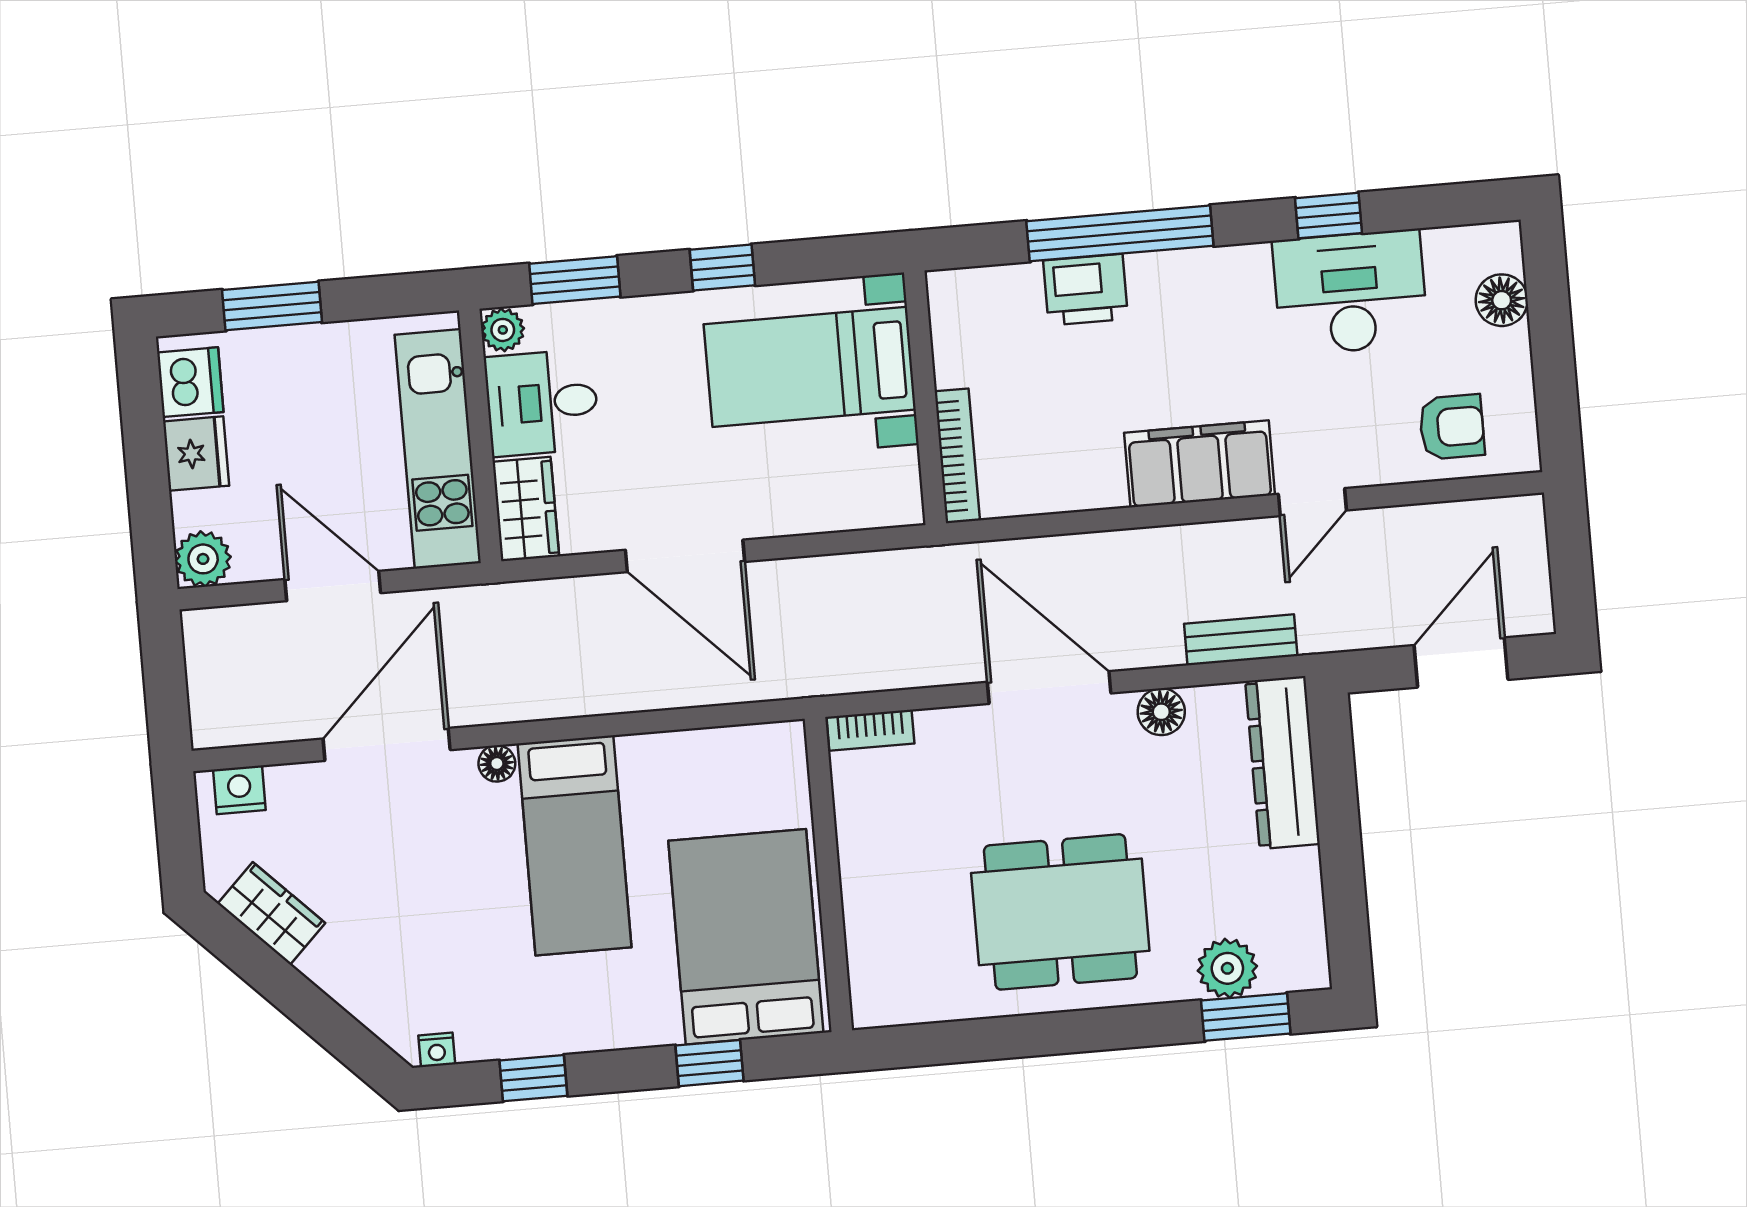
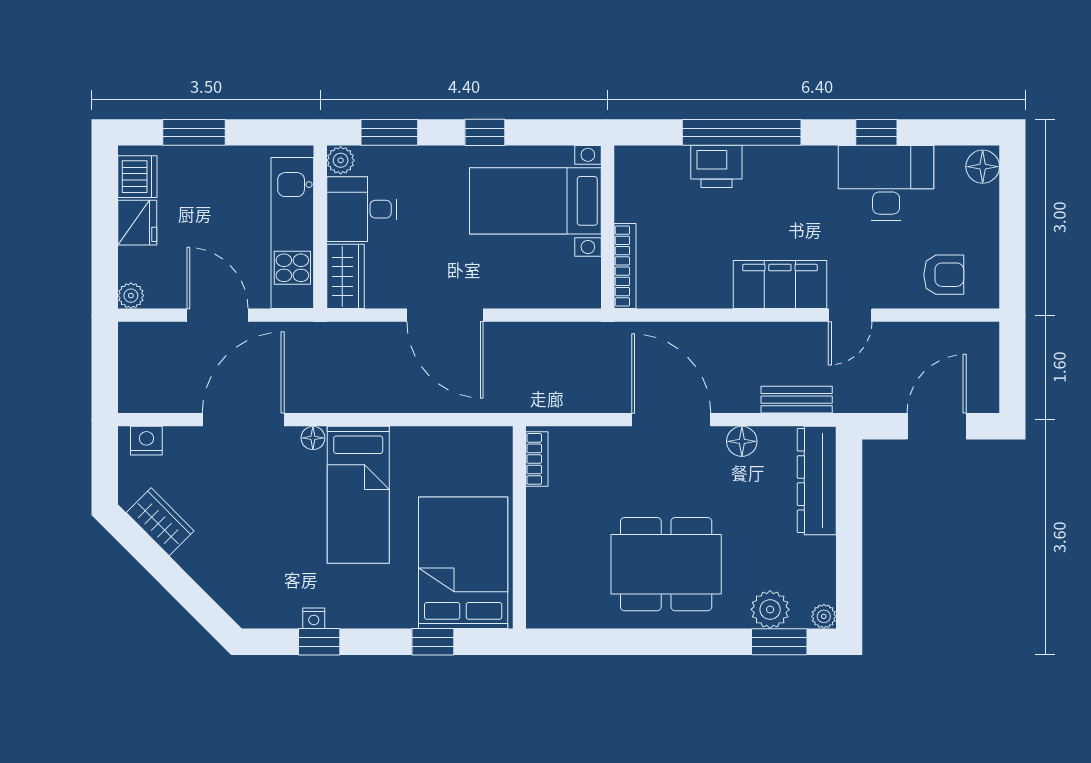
floor lamp: (1502, 300) -> (983, 167), moved
plant: (203, 559) -> (131, 296), width x0.73, depth x0.73
bookcase: (870, 730) -> (537, 459), moved, turned -90
plant: (1311, 972) -> (824, 616), added
nightstand: (437, 1050) -> (314, 618), moved

